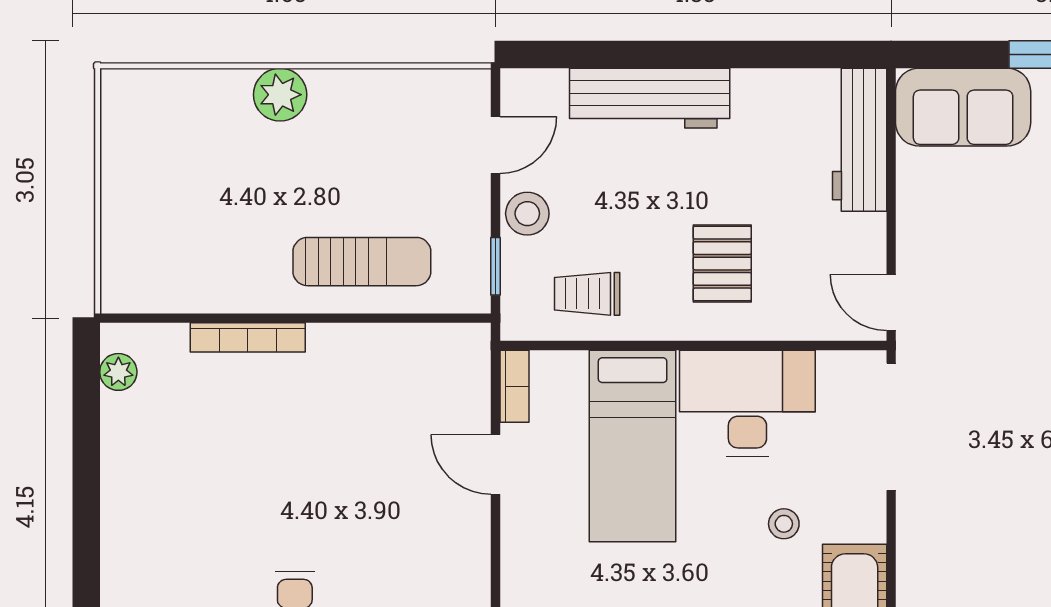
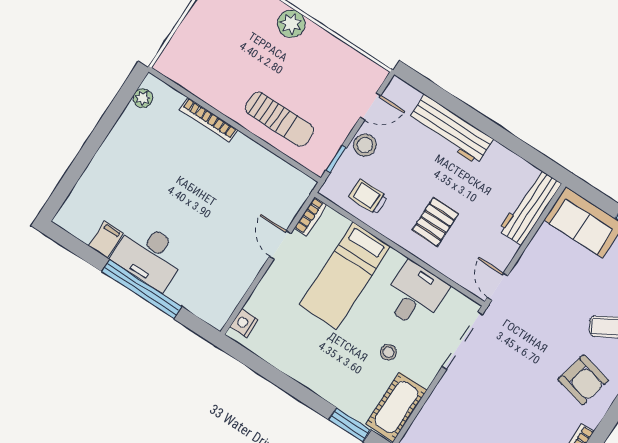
desk: (747, 403) -> (415, 295), width x0.73

